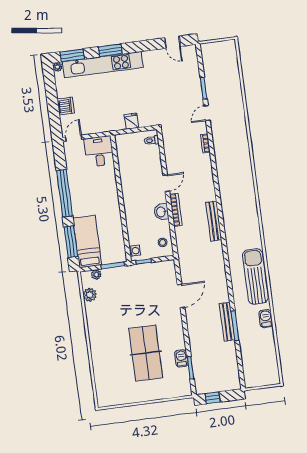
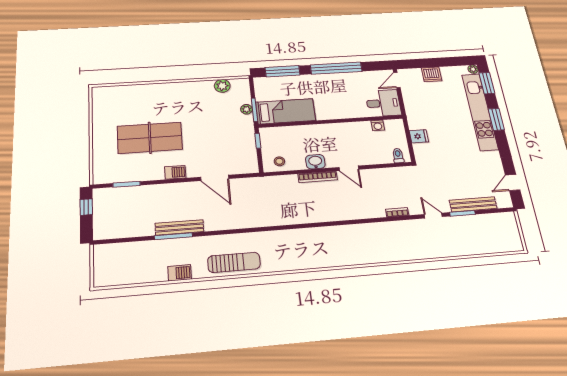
door: (74, 138) -> (397, 80), swing flipped
bench: (214, 221) -> (473, 204), moved
bed: (87, 242) -> (286, 111), moved
washing machine: (135, 251) -> (378, 125), moved
plant: (96, 275) -> (246, 109), moved
sun lounger: (255, 276) -> (234, 262), width x0.73, depth x0.75
barbecue: (181, 358) -> (175, 172), moved

